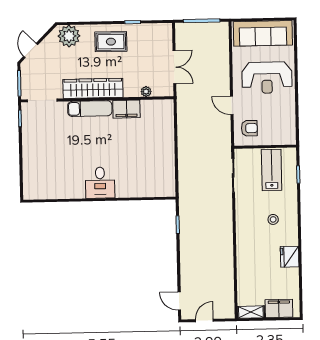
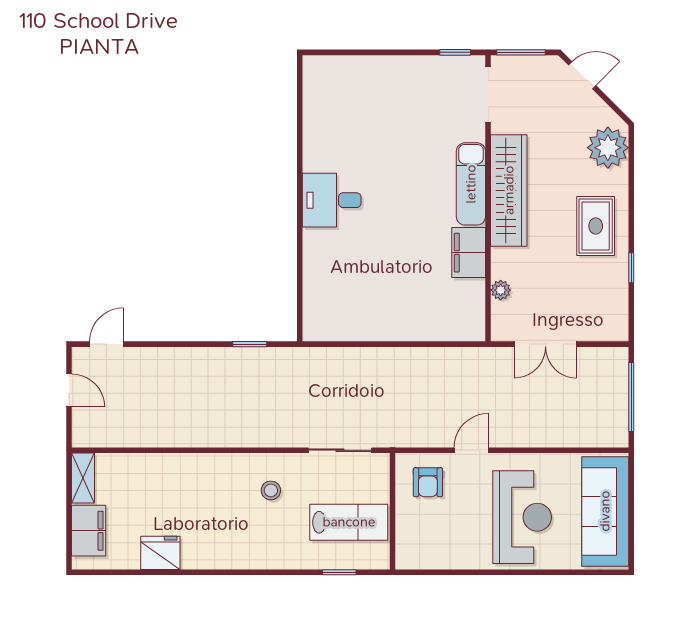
reception desk: (267, 78) -> (522, 517), turned 180
stool: (273, 219) -> (271, 490), moved
fridge: (290, 257) -> (160, 553), moved

